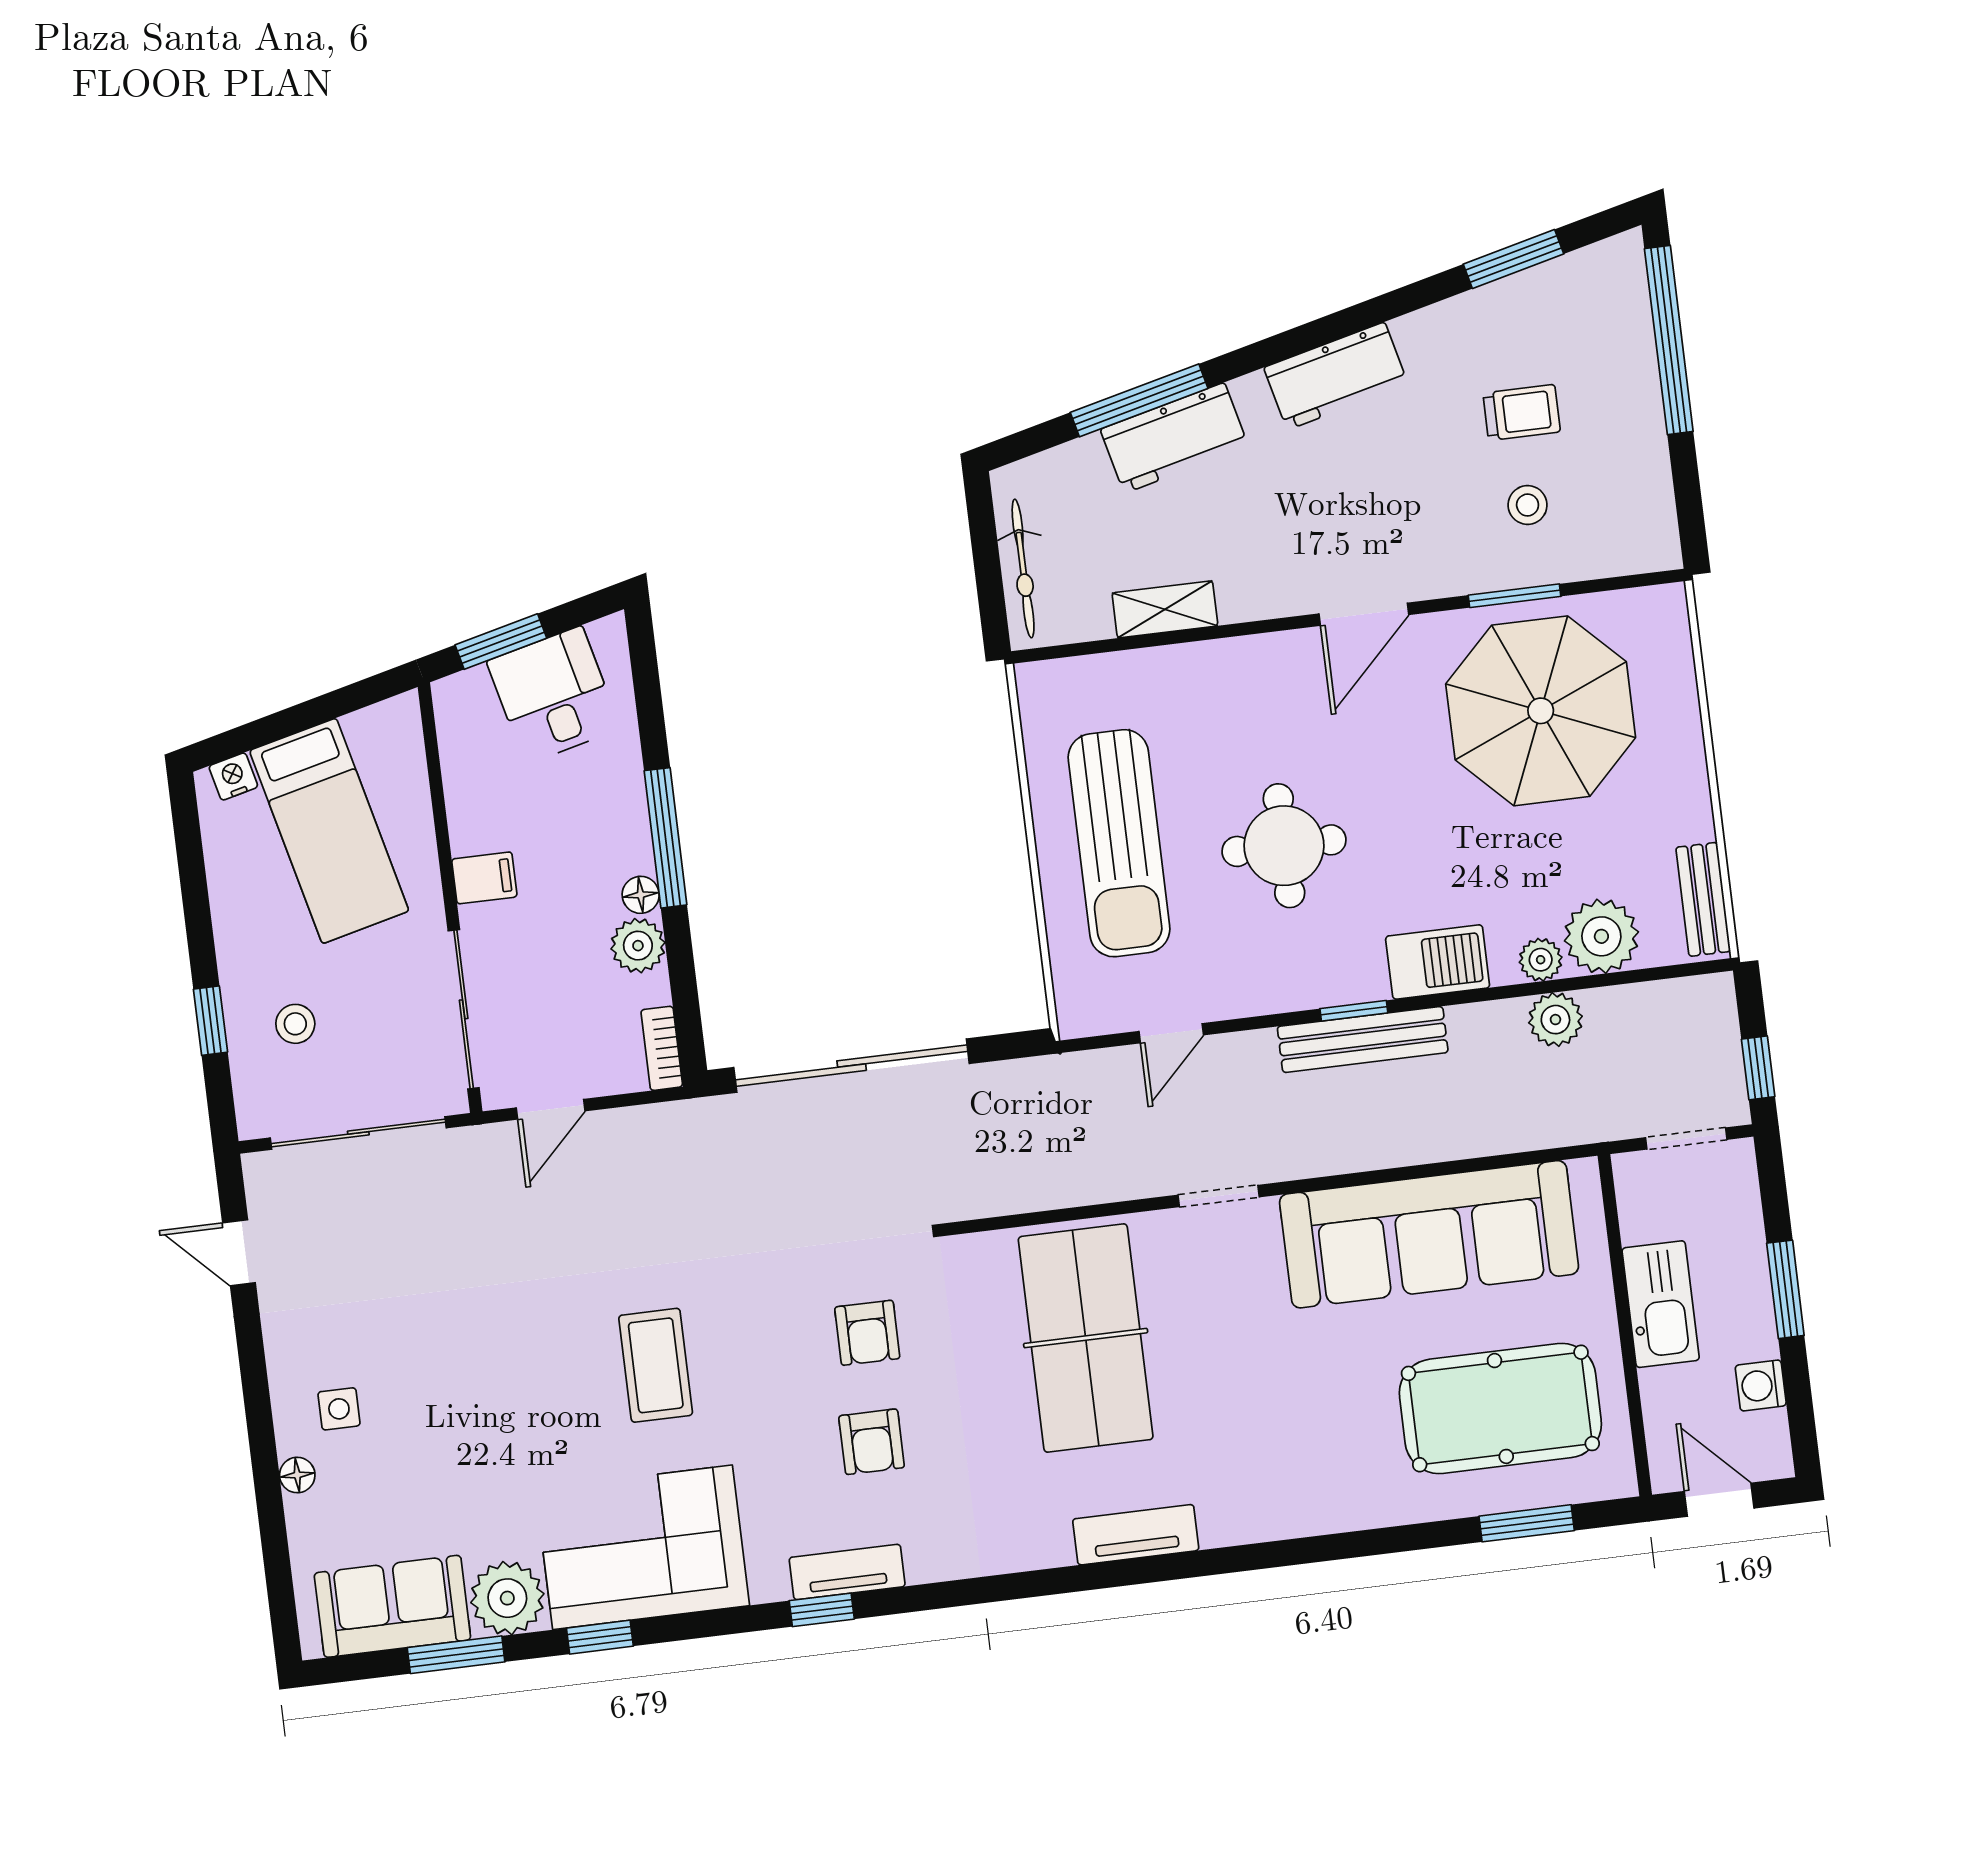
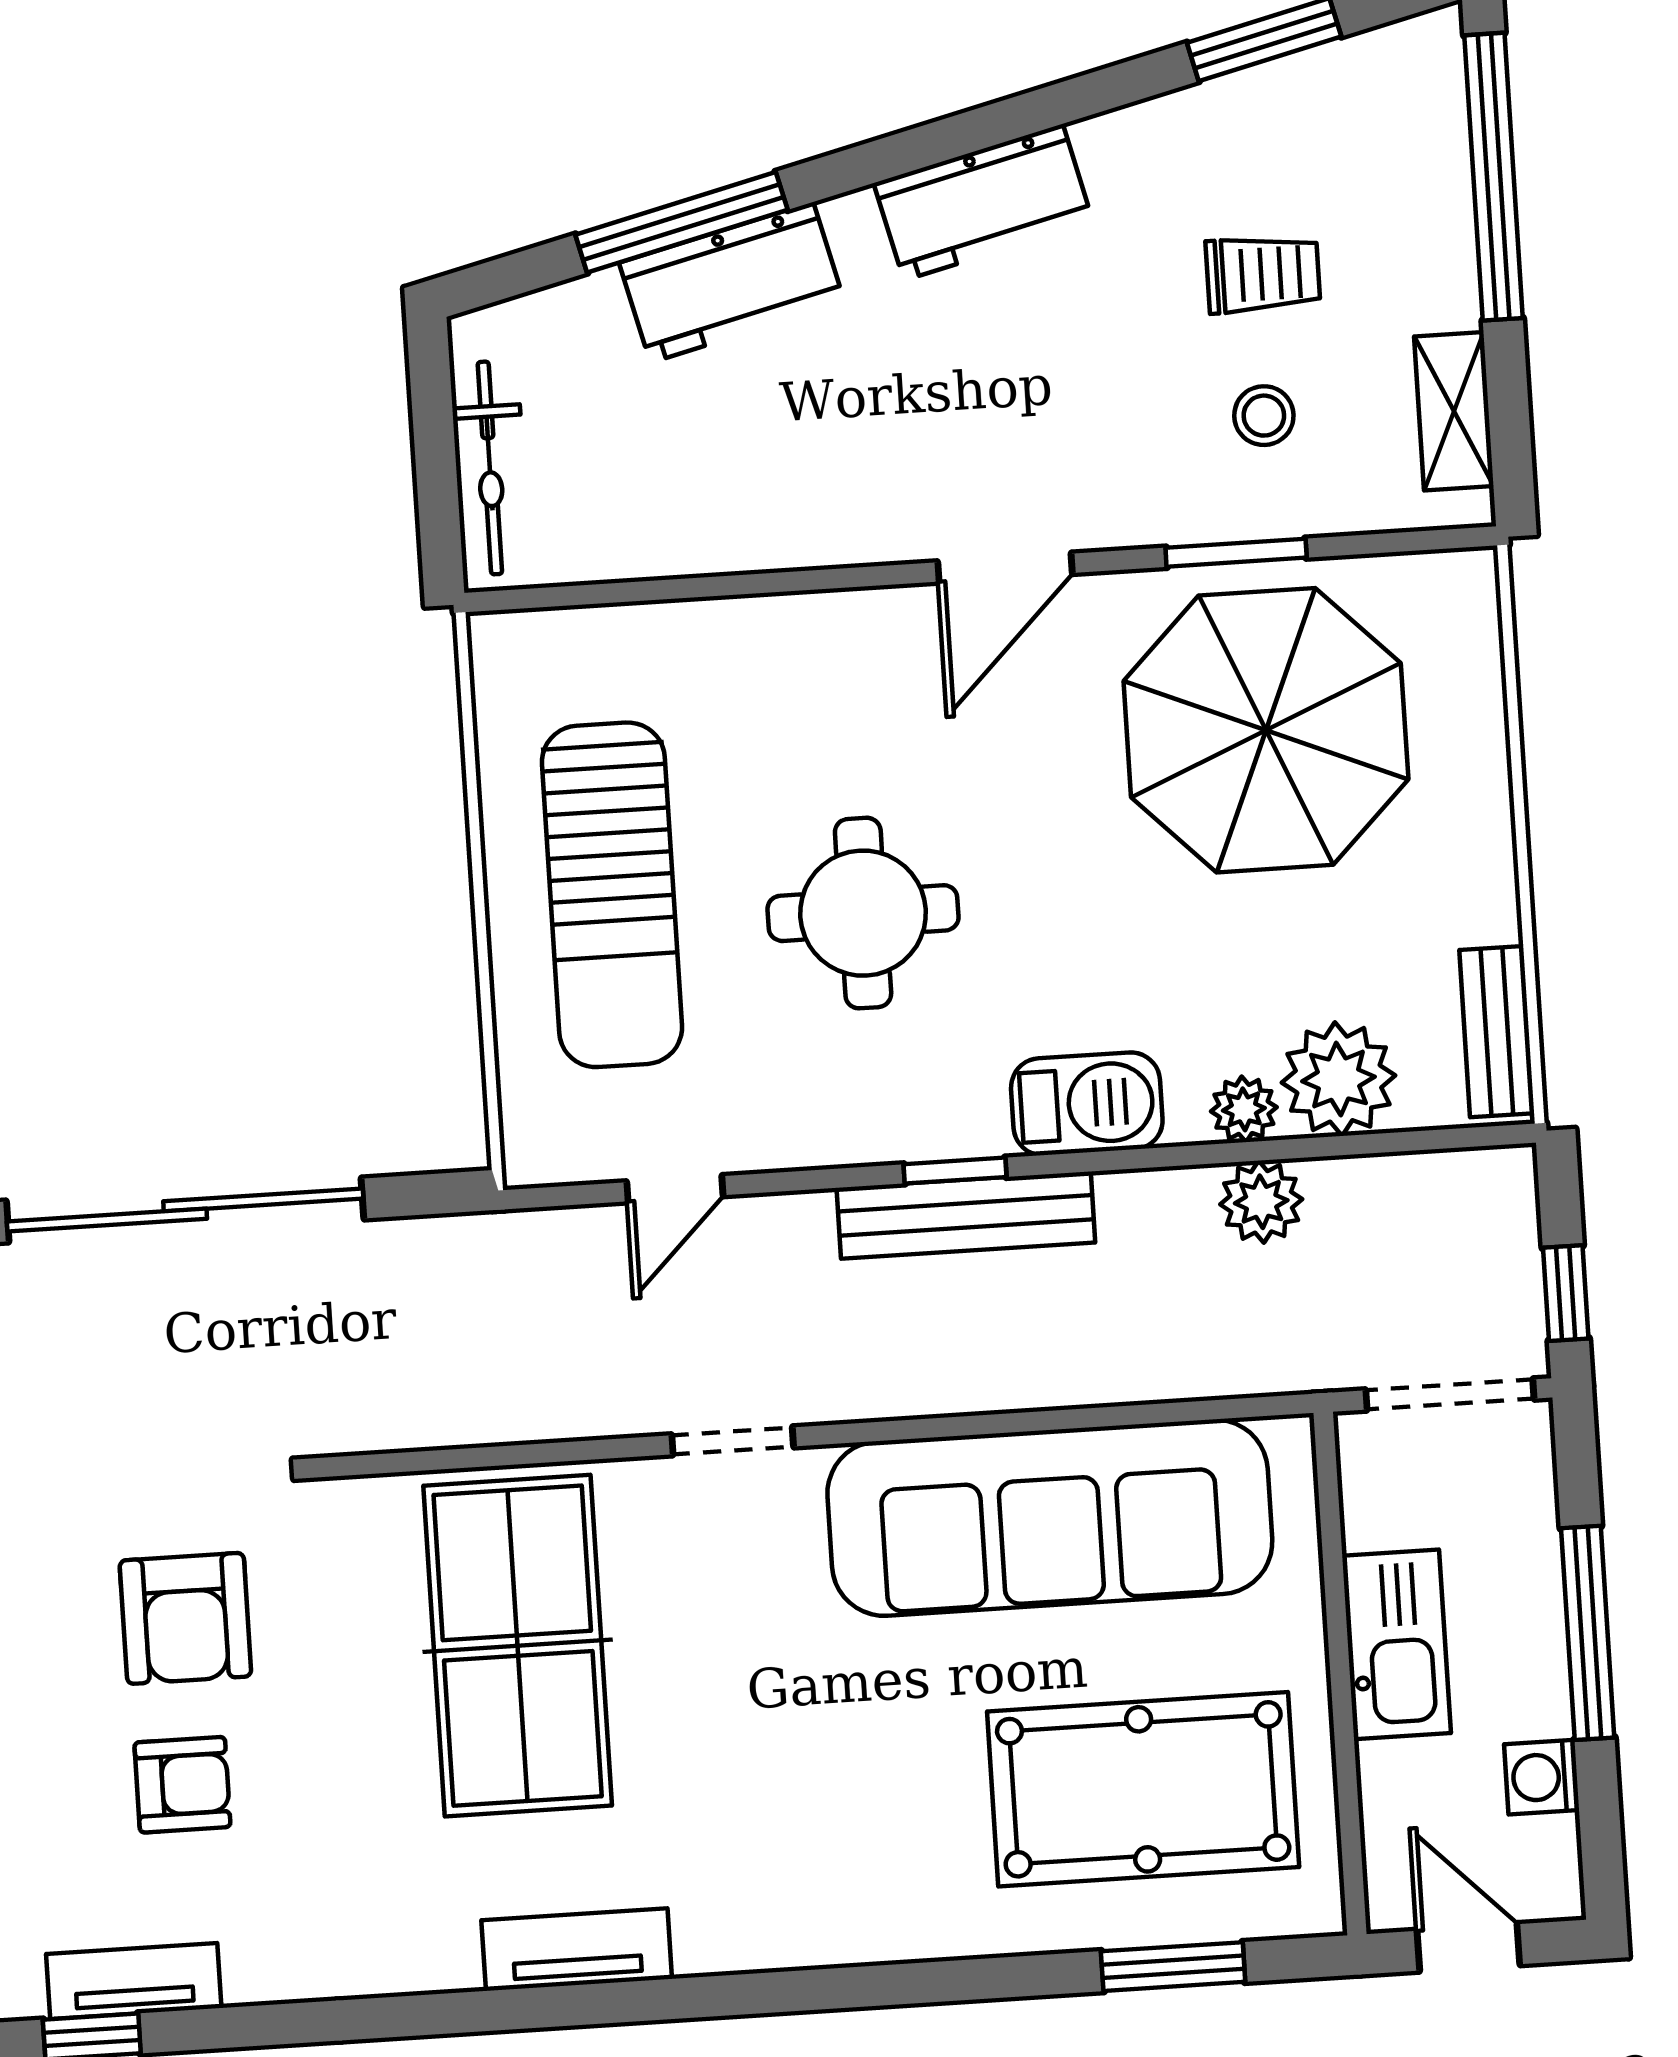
shelving: (1165, 609) -> (1454, 411), moved, turned 90
doorway: (1686, 1139) -> (1450, 1394), width x1.38
window: (1785, 1289) -> (1588, 1633), width x1.44
armchair: (867, 1333) -> (185, 1618), width x1.38, depth x1.38
armchair: (872, 1442) -> (182, 1785), turned -90

